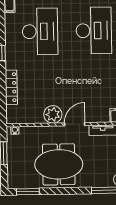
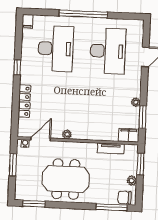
plant: (53, 114) -> (67, 134), width x0.53, depth x0.53
door: (75, 124) -> (41, 139), moved

